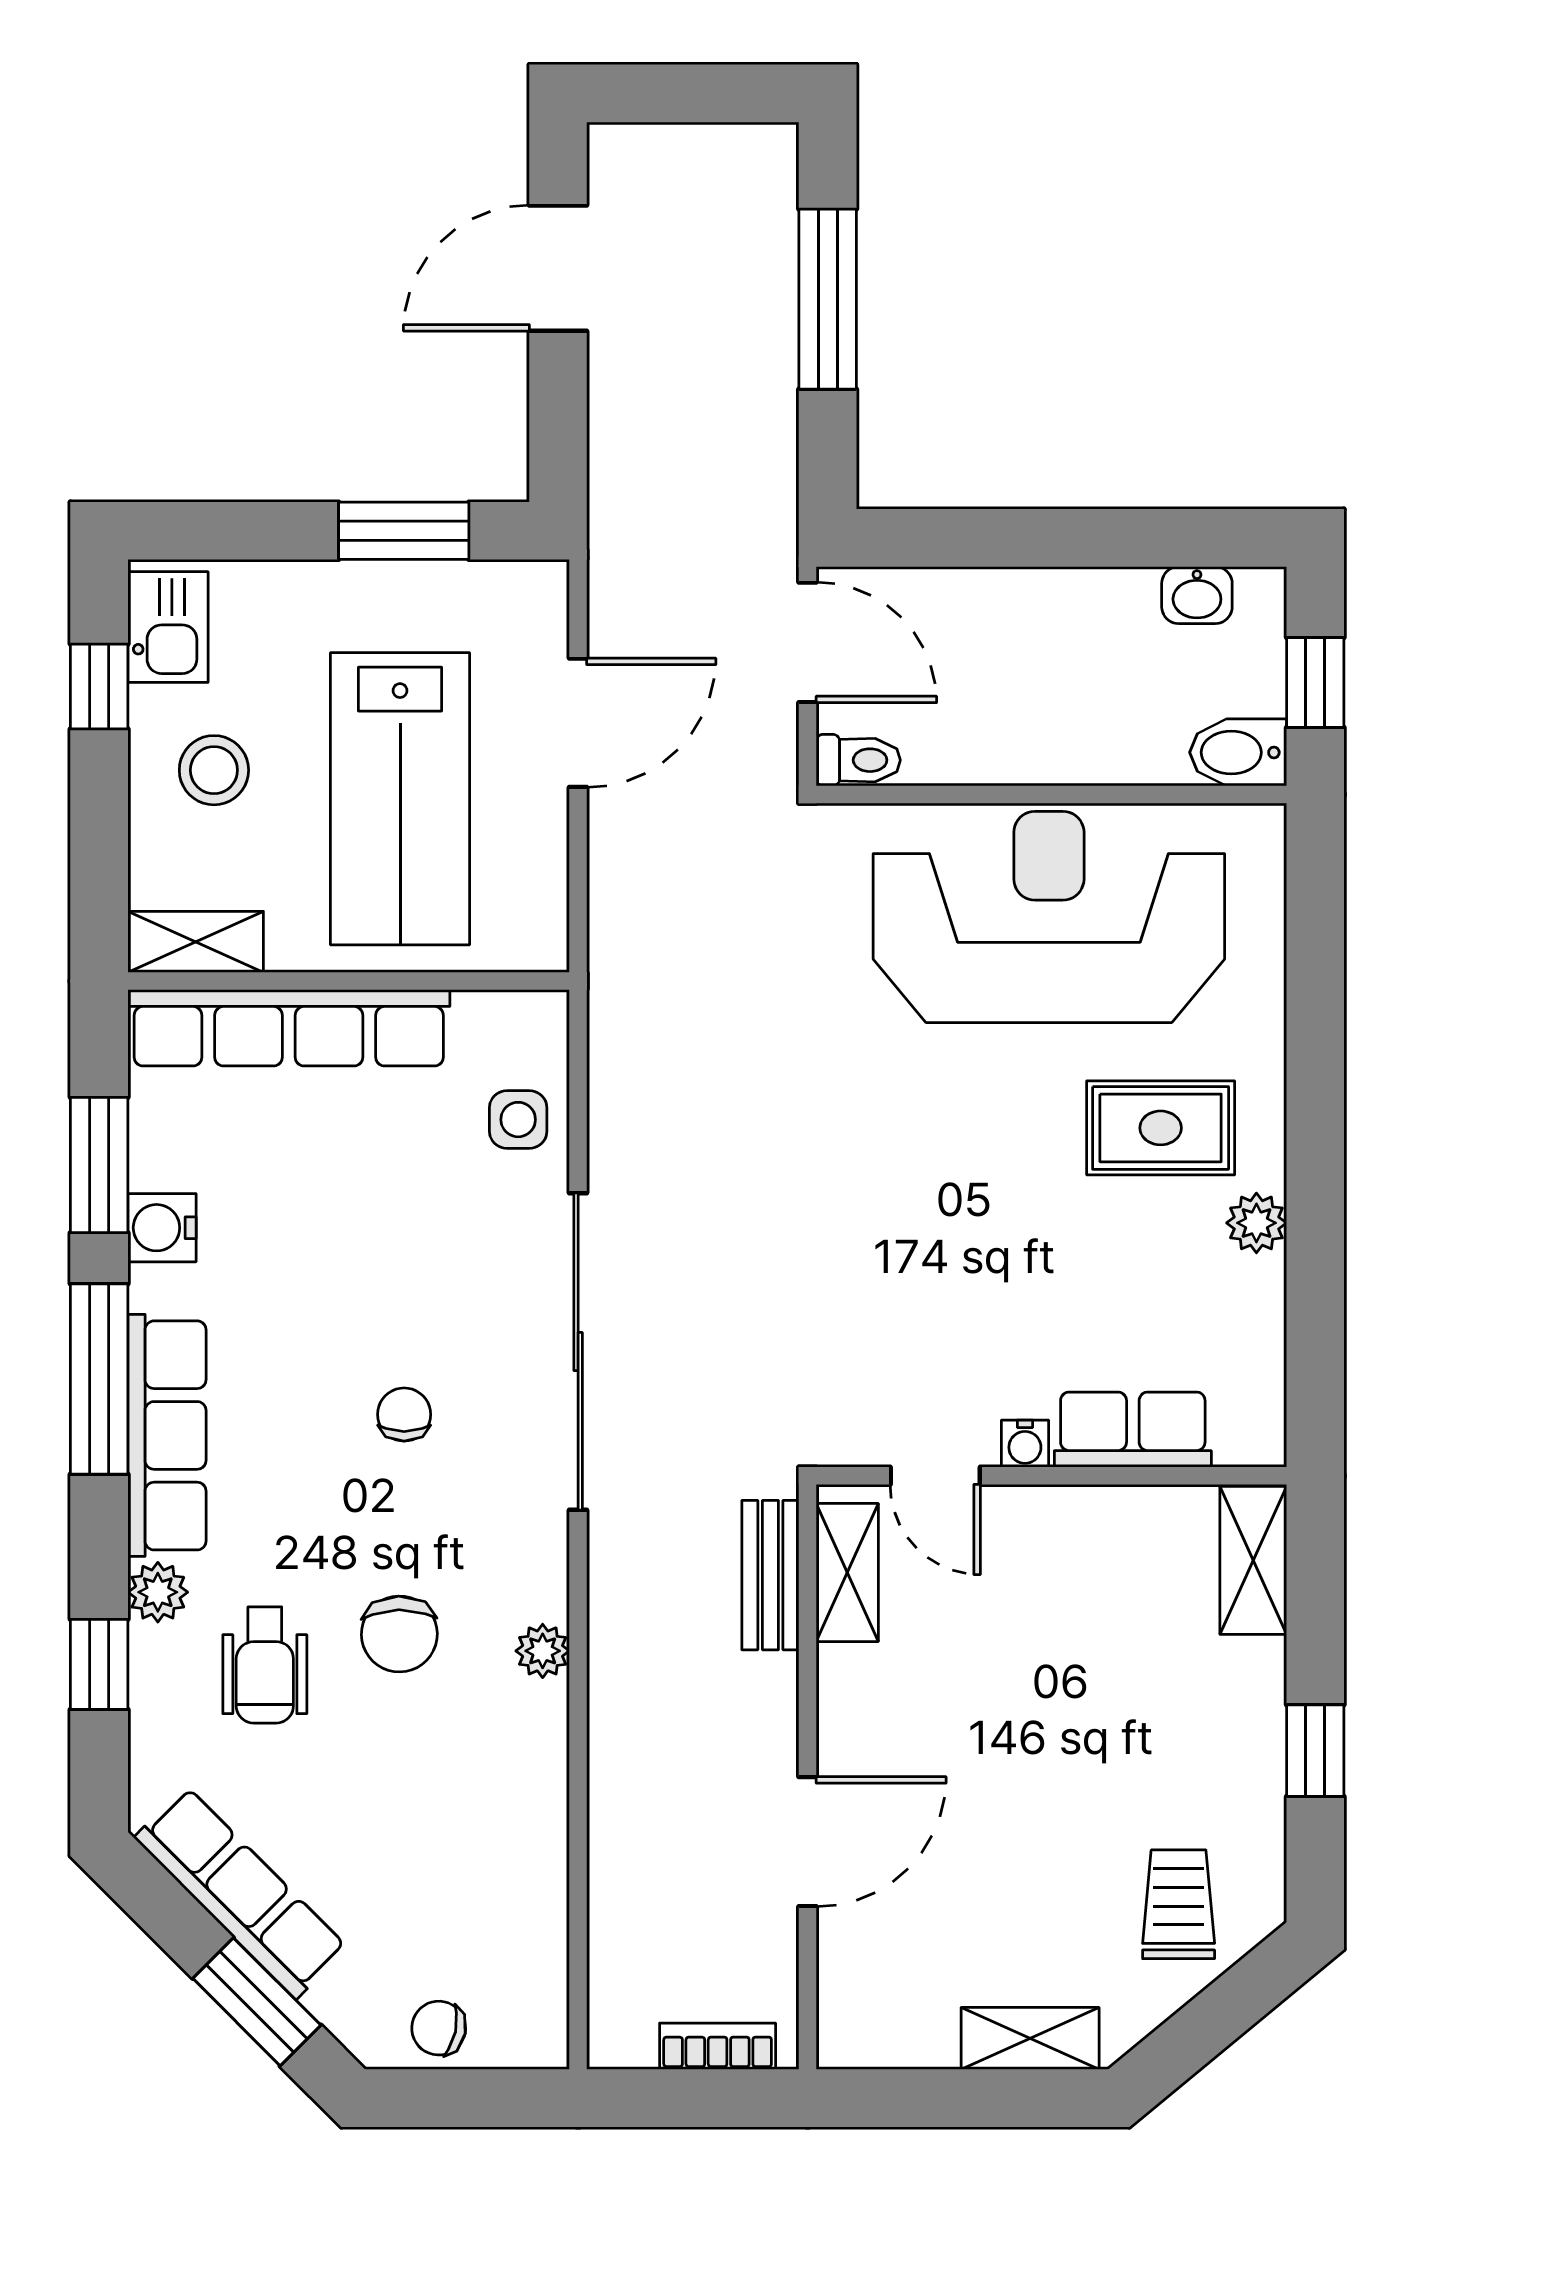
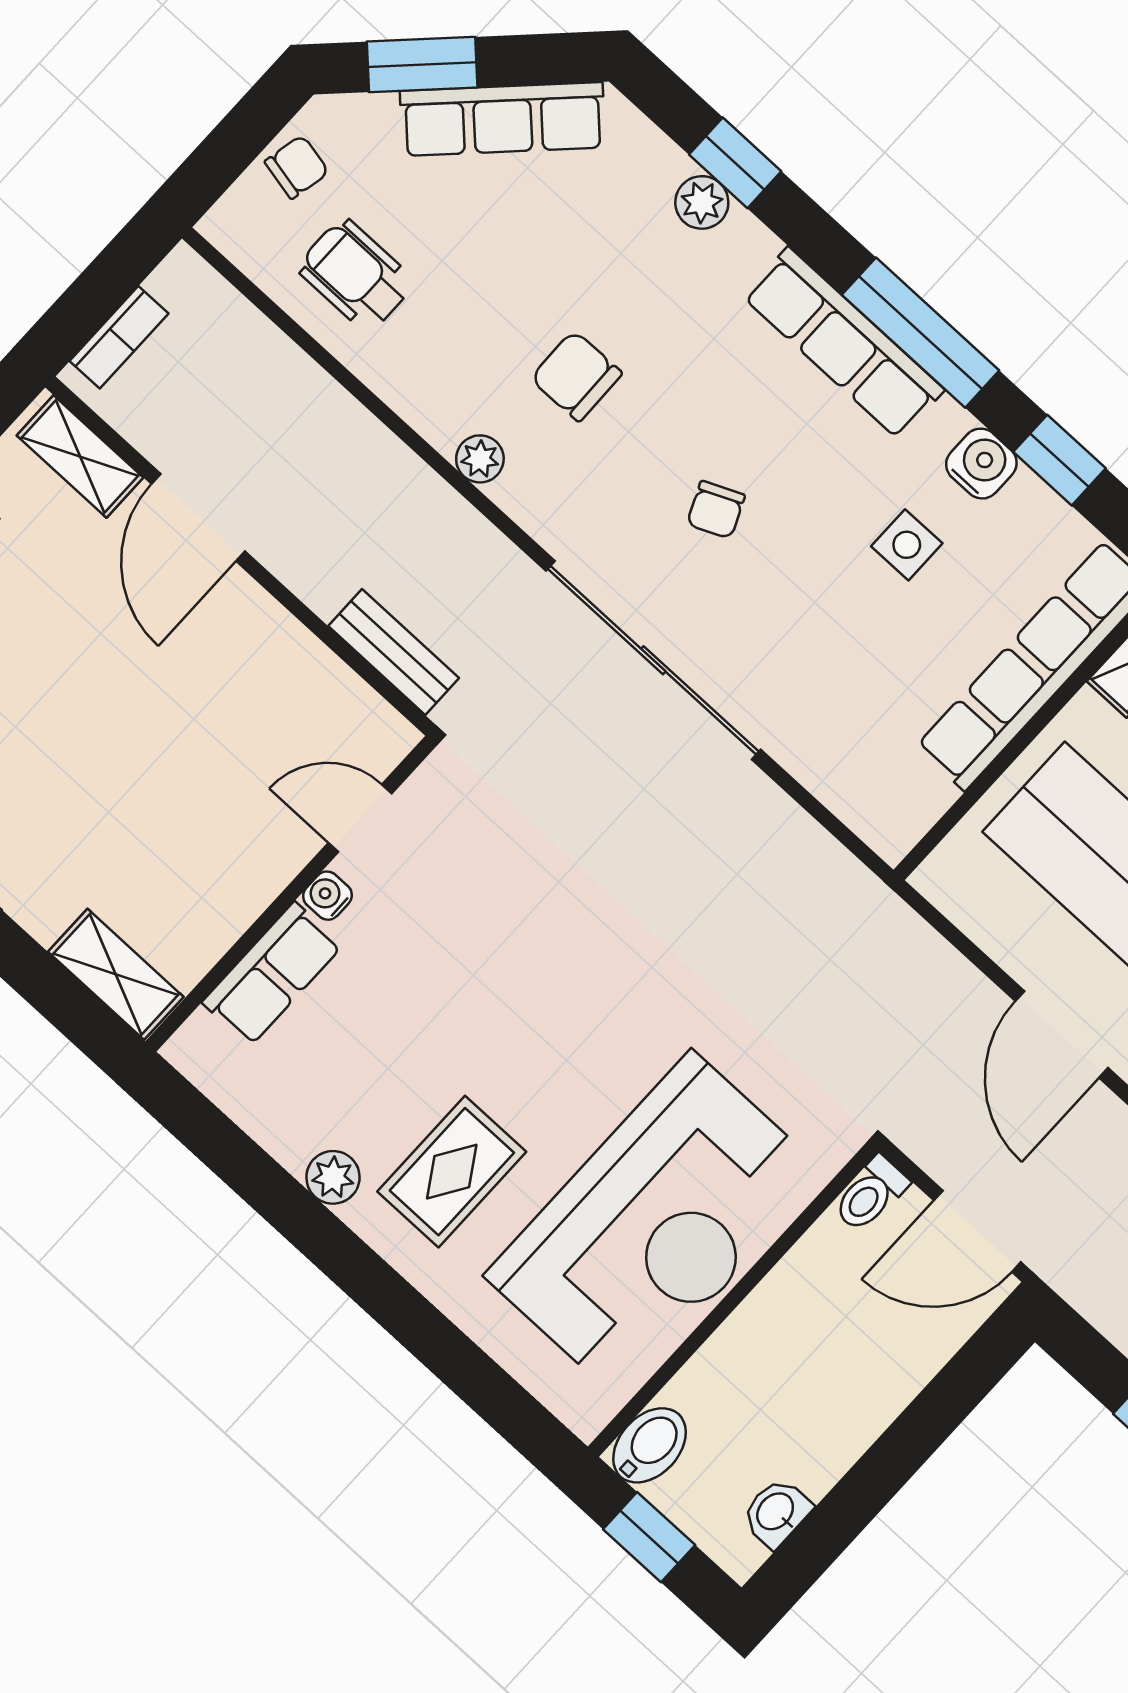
side table: (518, 1120) -> (907, 545), moved
window: (99, 1165) -> (1059, 460), width x0.67
chair: (404, 1414) -> (716, 510), turned 66
shelving: (847, 1572) -> (80, 457), moved
plant: (158, 1592) -> (702, 202), moved
wheelchair: (265, 1665) -> (356, 275), moved

